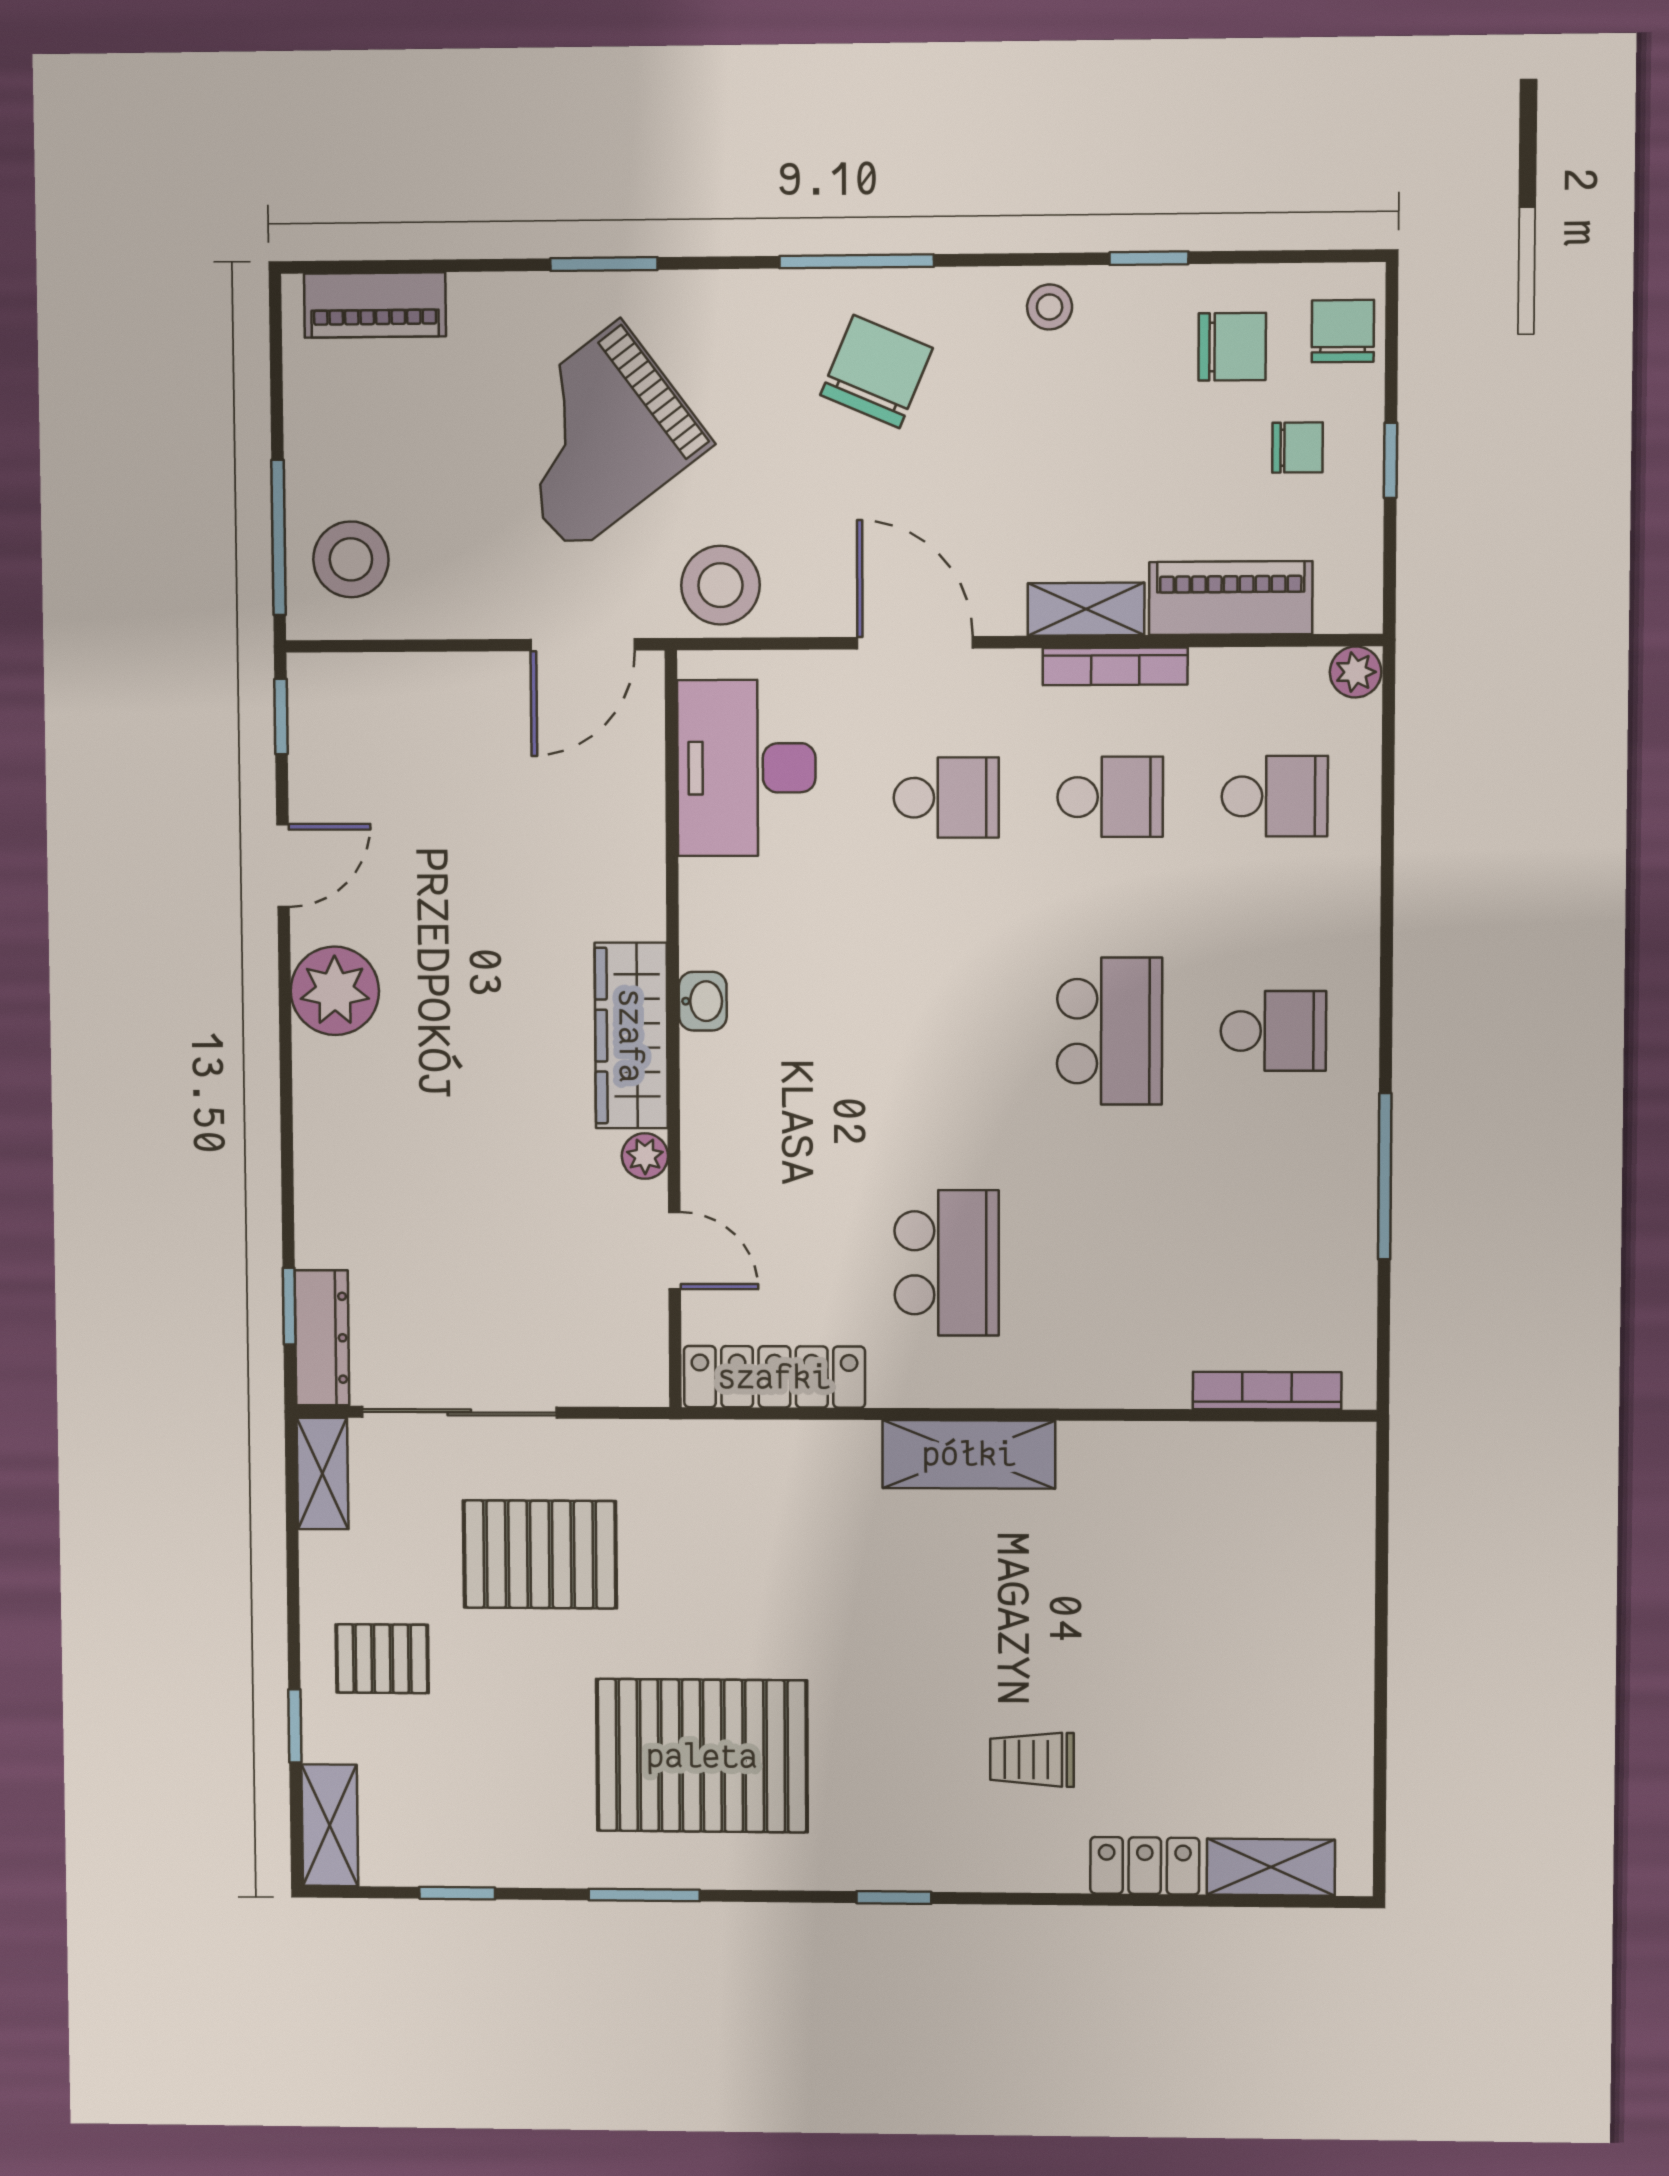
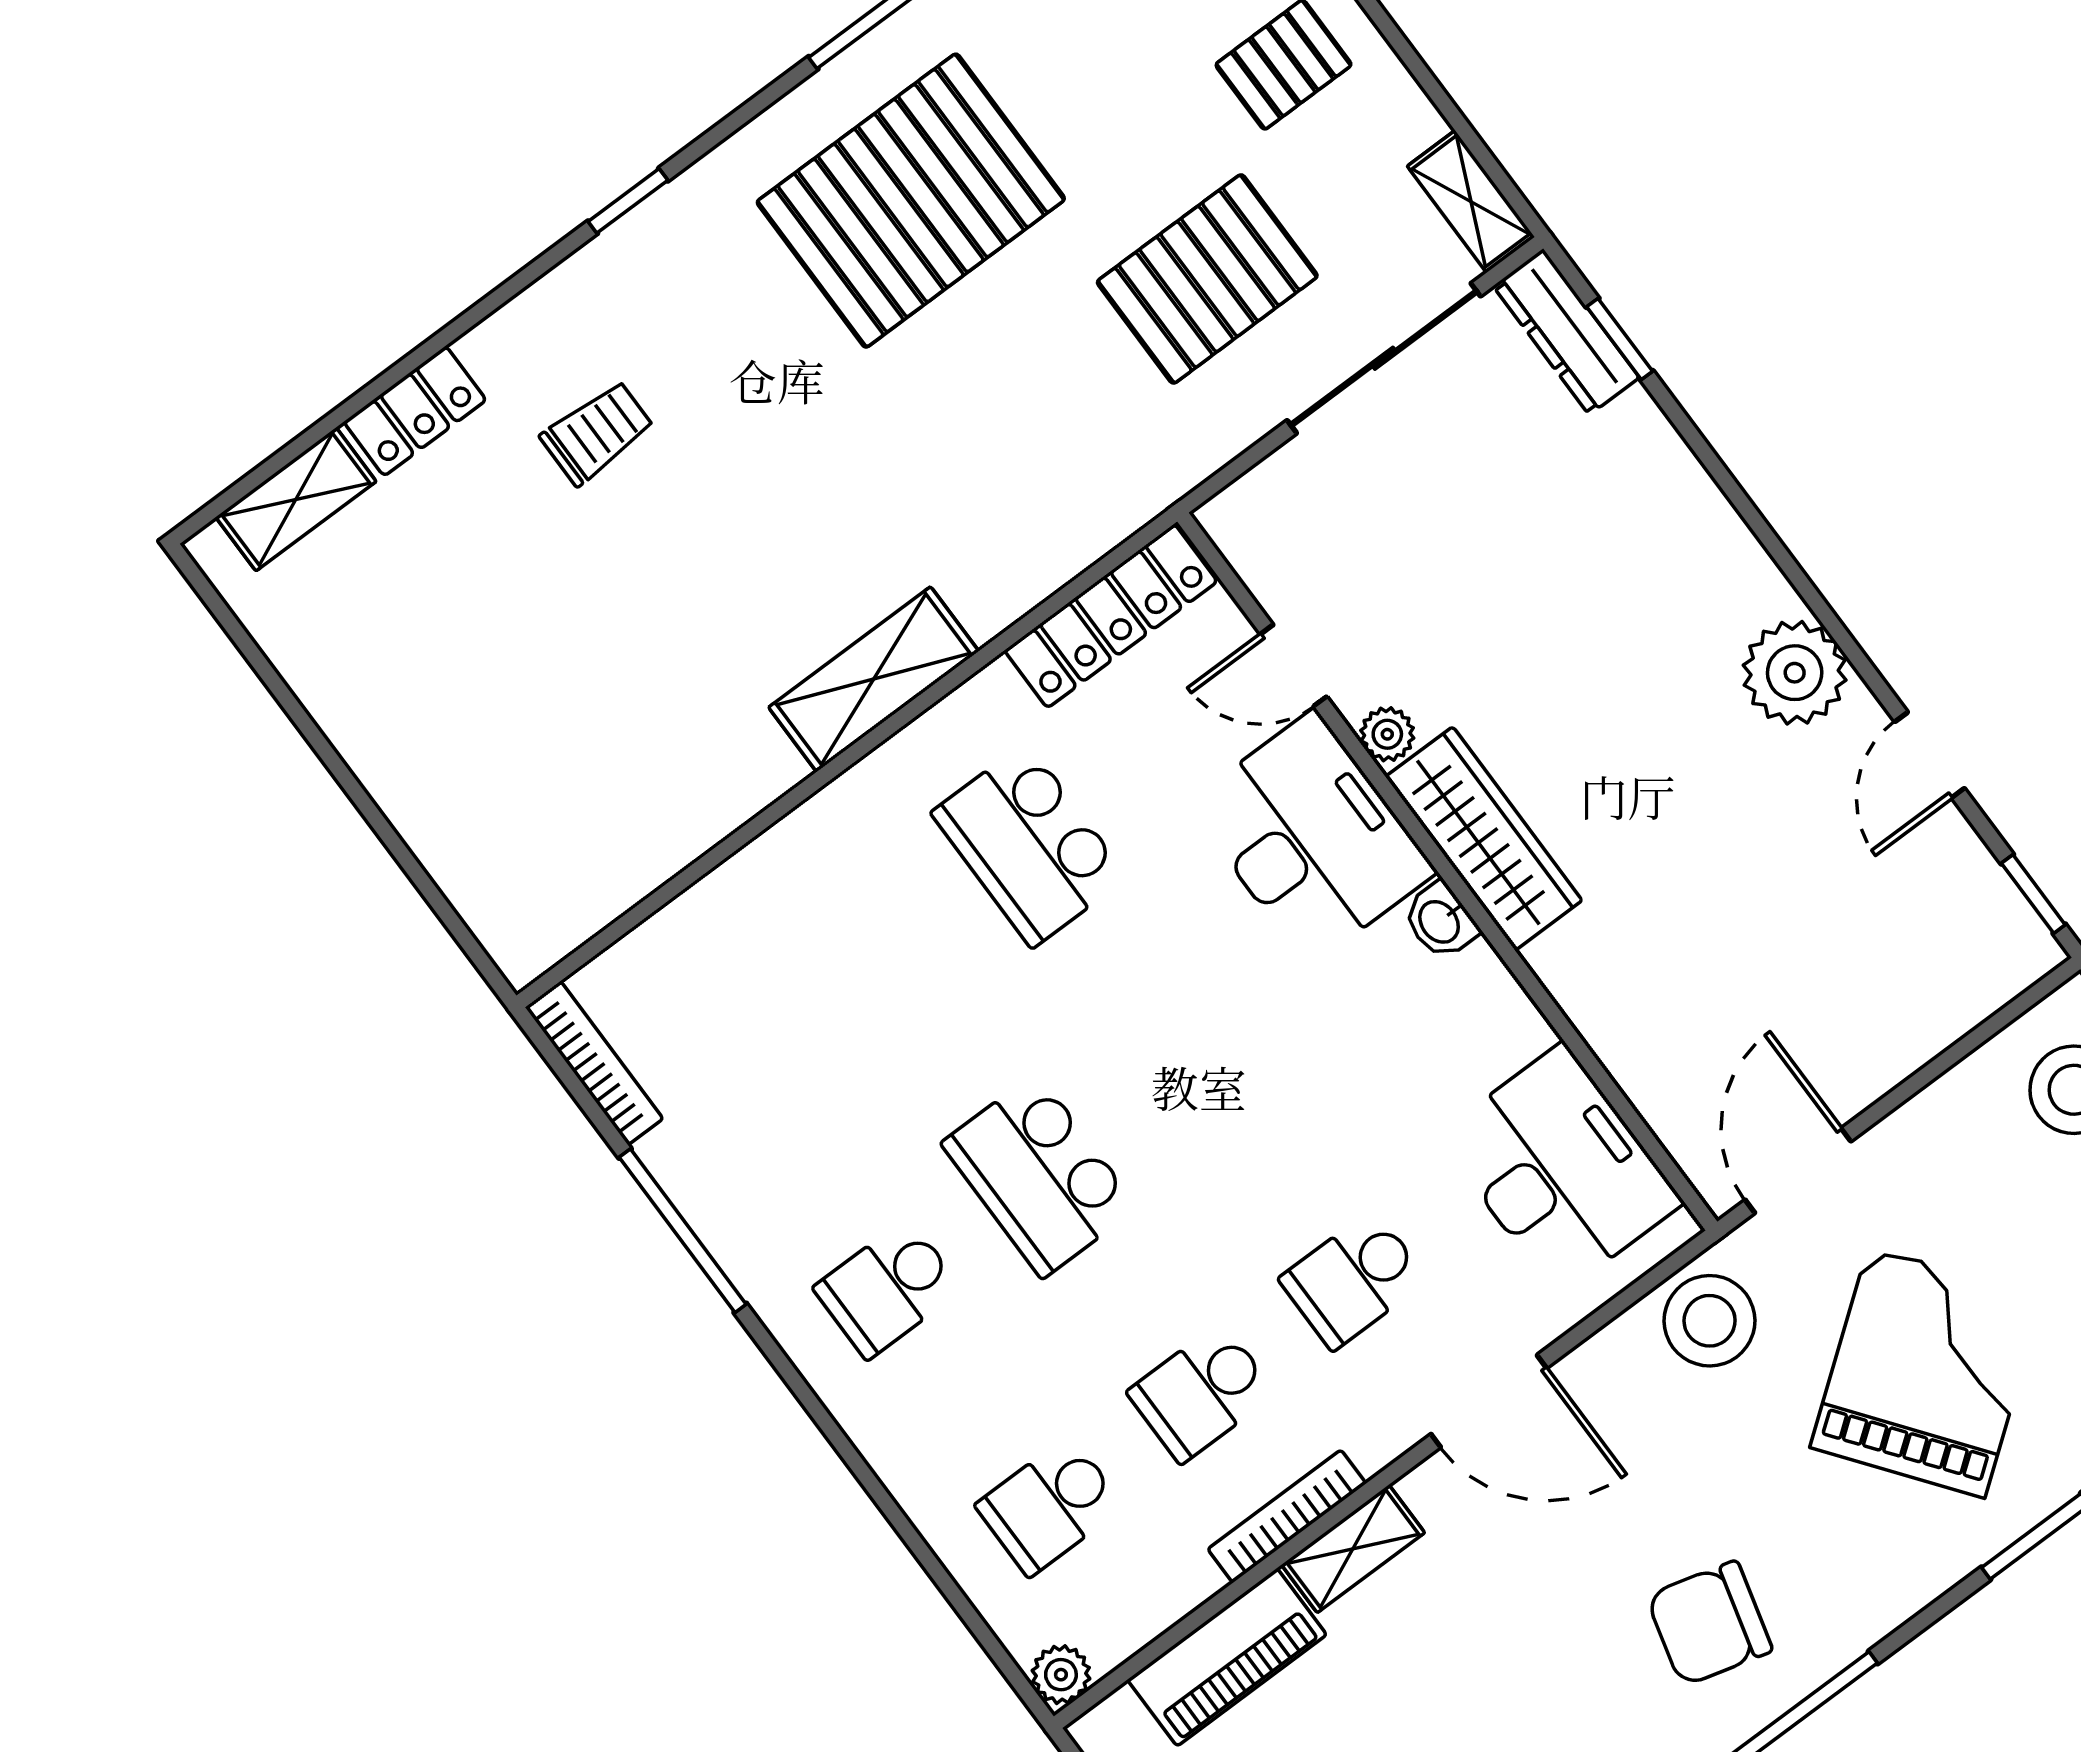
chair: (877, 372) -> (1709, 1623), turned 82
desk: (749, 1124) -> (1312, 838), added
bookcase: (1267, 1391) -> (594, 1063), moved, turned -90

